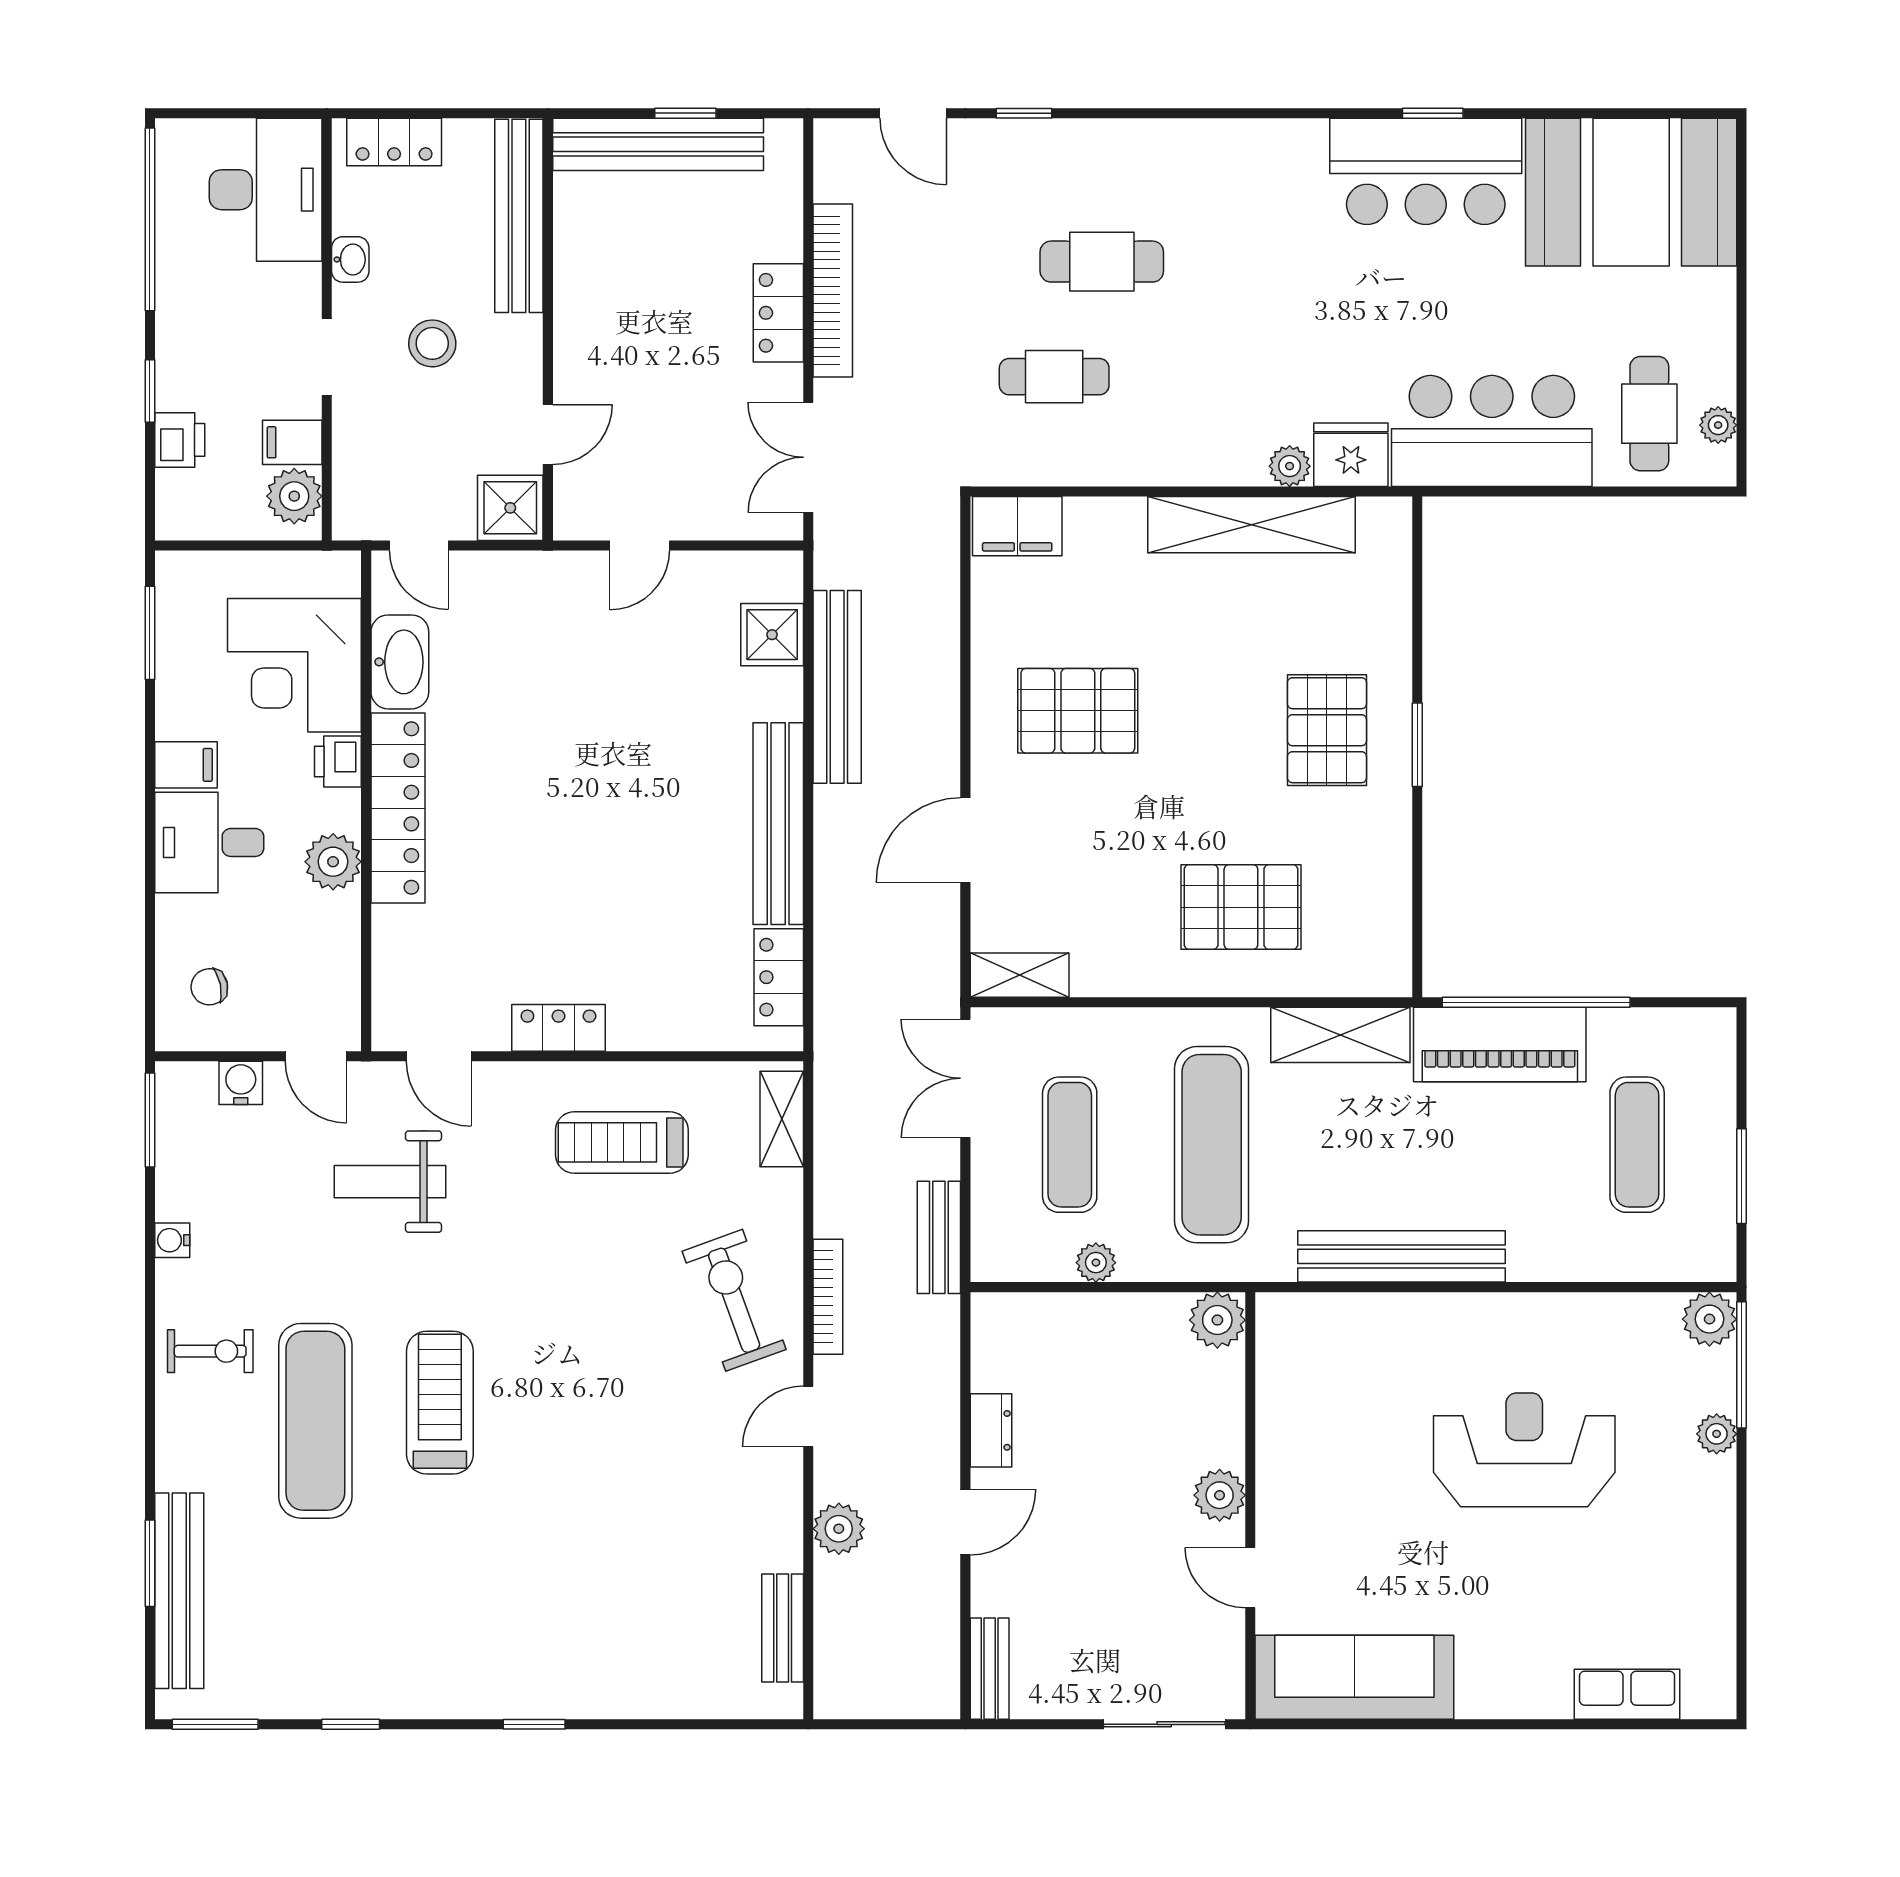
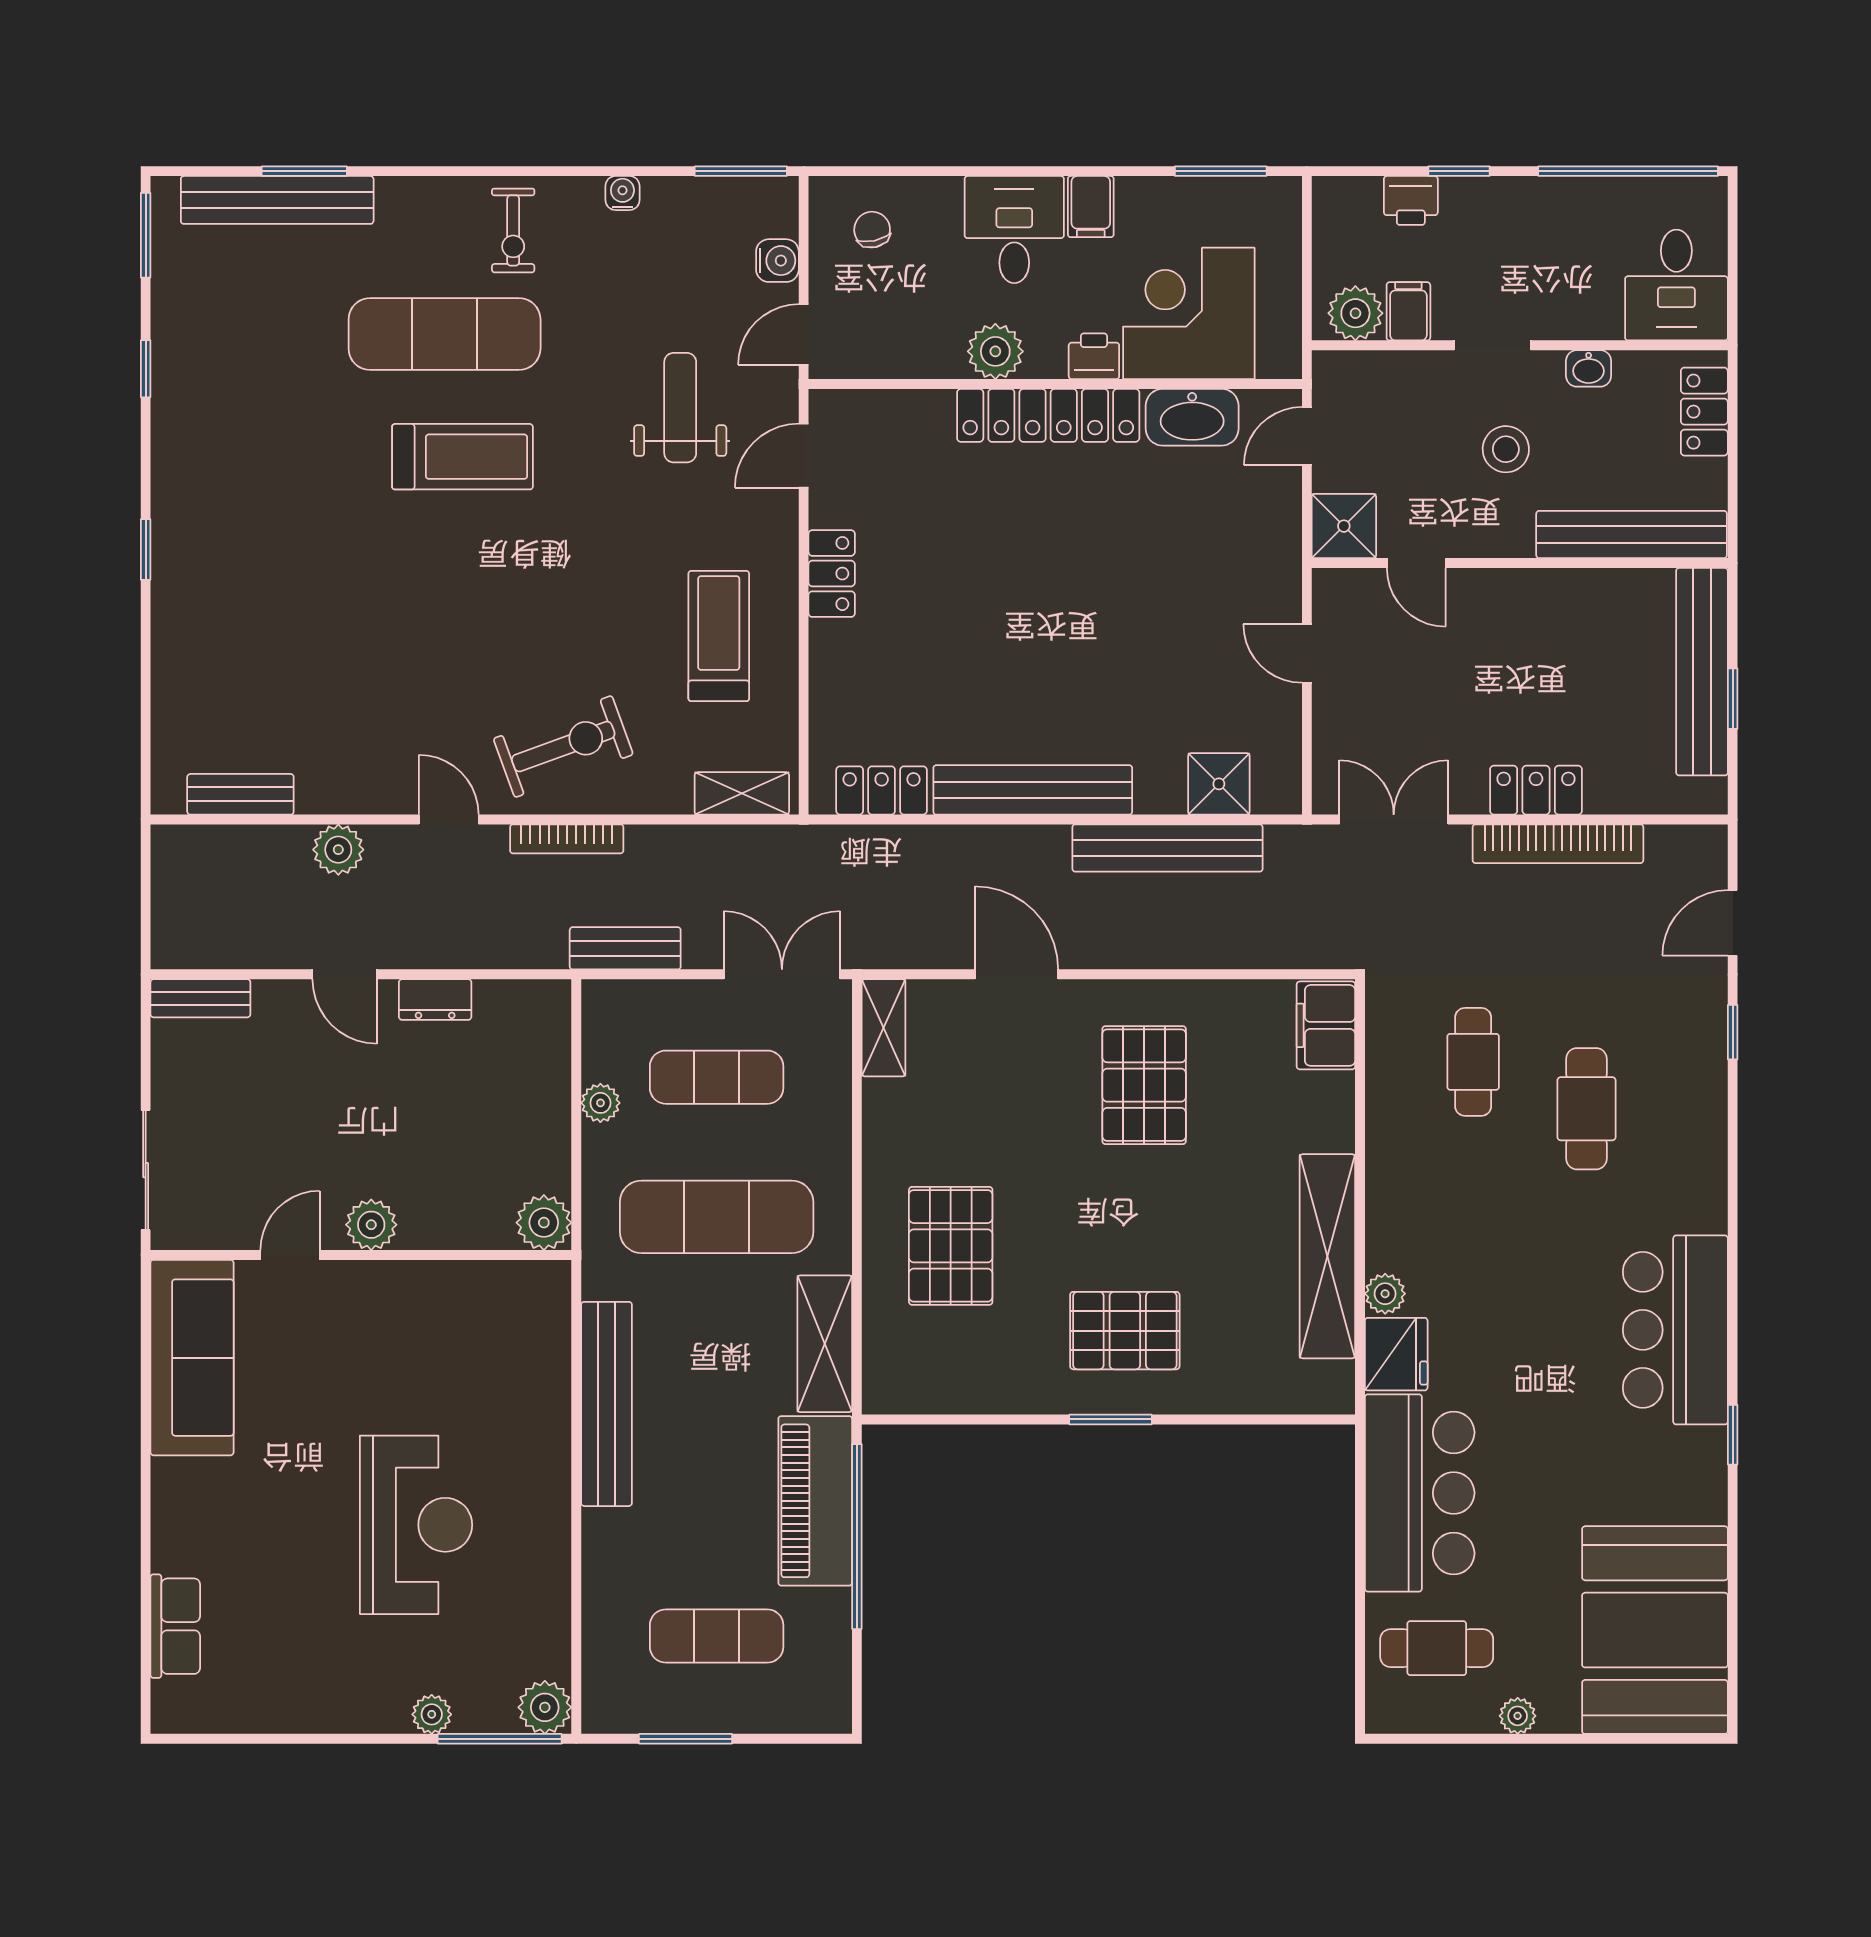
bar counter: (1426, 171) -> (1675, 1330), moved
desk: (266, 190) -> (1676, 285), width x0.73
plant: (1718, 425) -> (1518, 1716), moved

